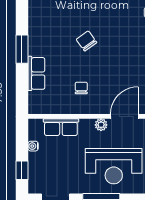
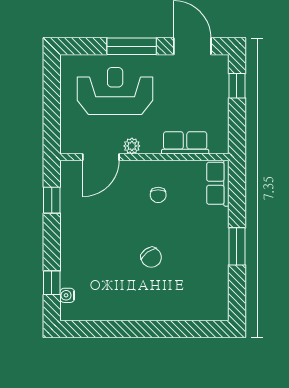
row of seats: (36, 73) -> (218, 183), moved
water cooler: (33, 146) -> (222, 118), removed

